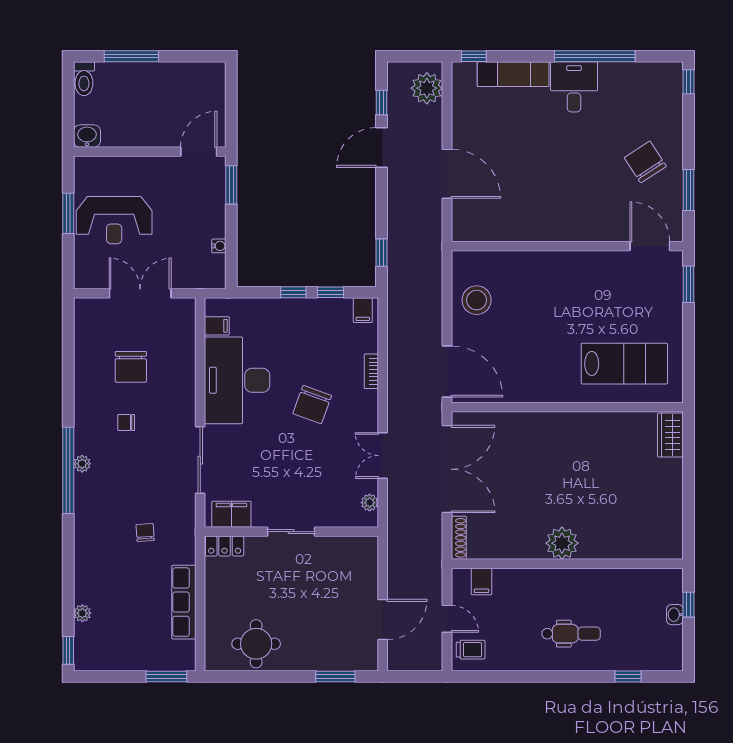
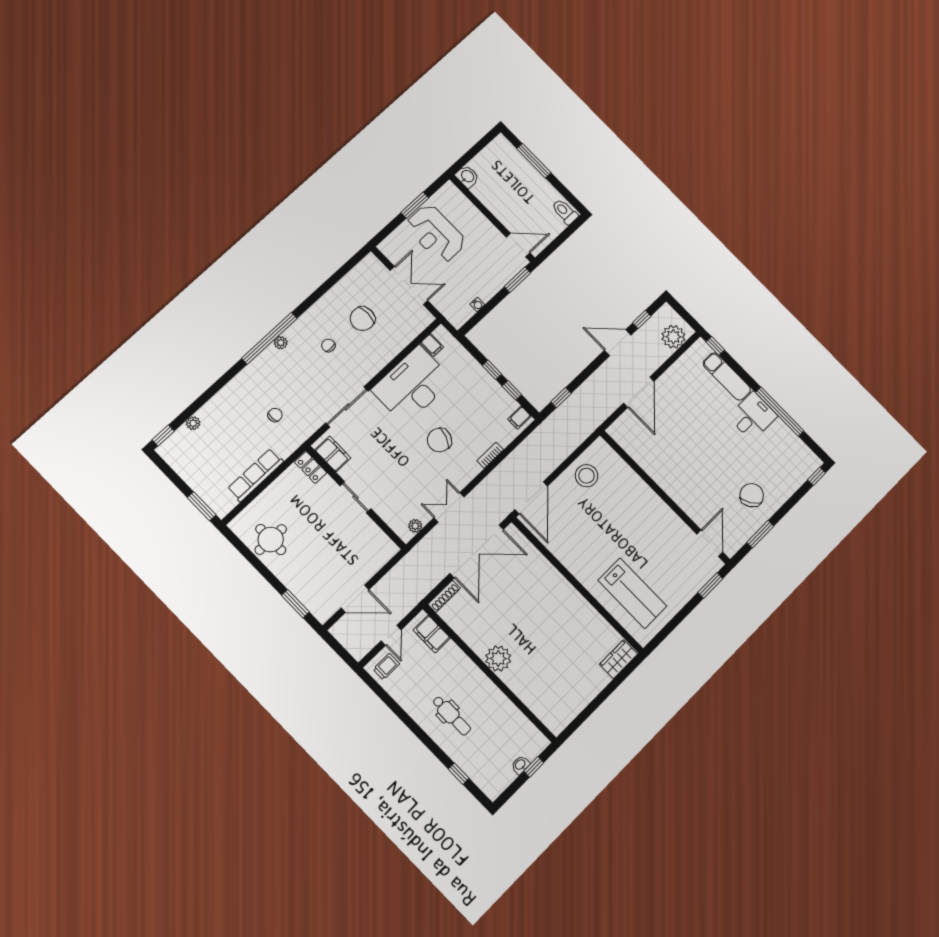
toilet: (84, 79) -> (565, 212), moved, turned 90
filing cabinet: (481, 581) -> (432, 634), width x2.00
trolley: (471, 650) -> (386, 667), turned -90

